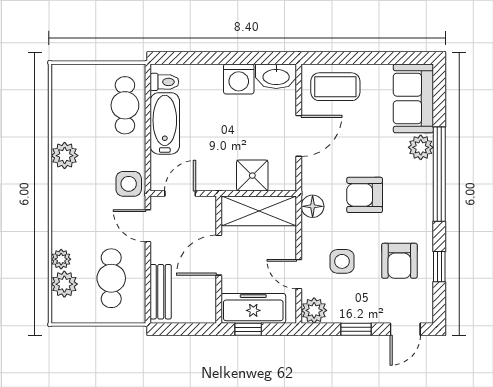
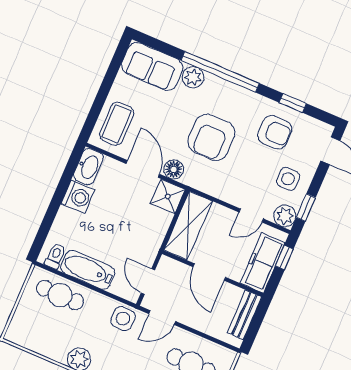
shower: (252, 176) -> (168, 196), moved
armchair: (365, 195) -> (211, 137), width x1.36, depth x1.36
floor lamp: (313, 206) -> (174, 169), moved
side table: (342, 261) -> (288, 179), moved
bench: (161, 292) -> (244, 315), moved, turned 90
window: (248, 329) -> (284, 257), moved
window: (356, 329) -> (306, 208), moved

